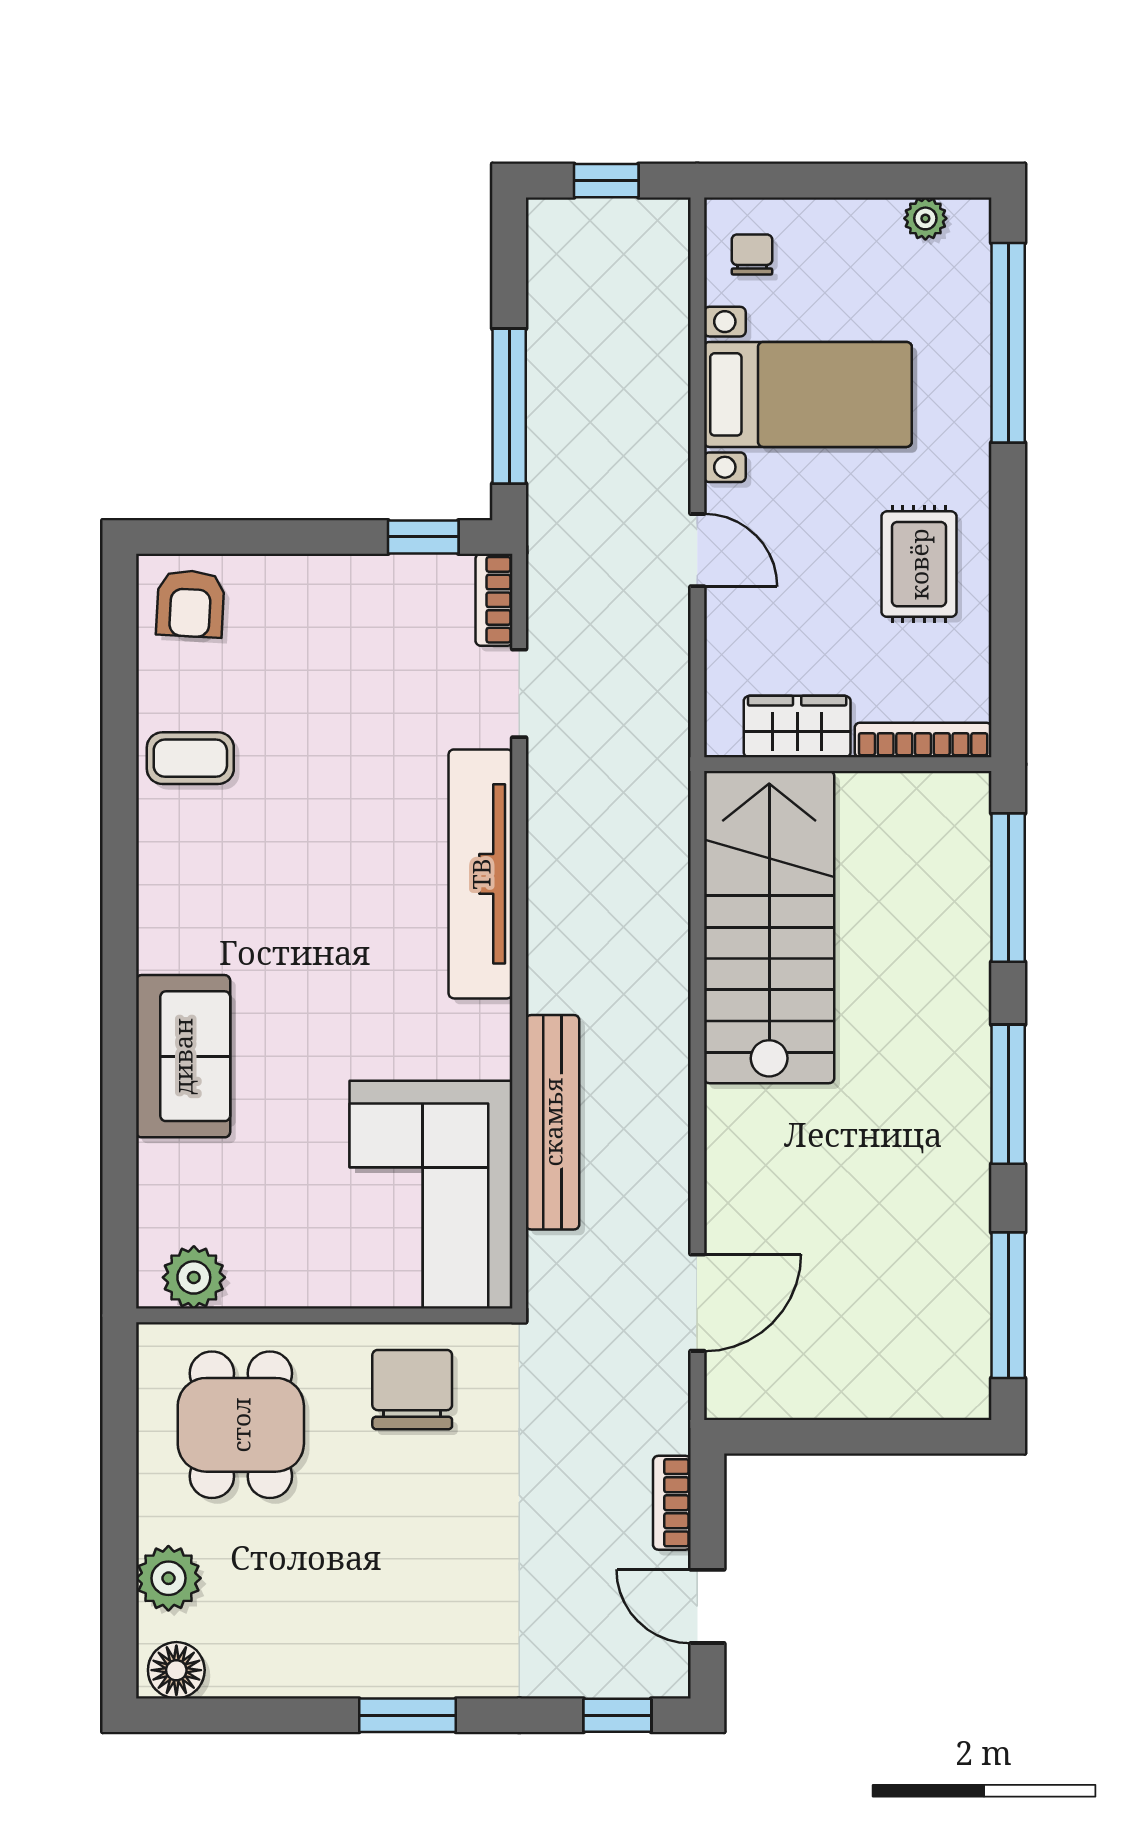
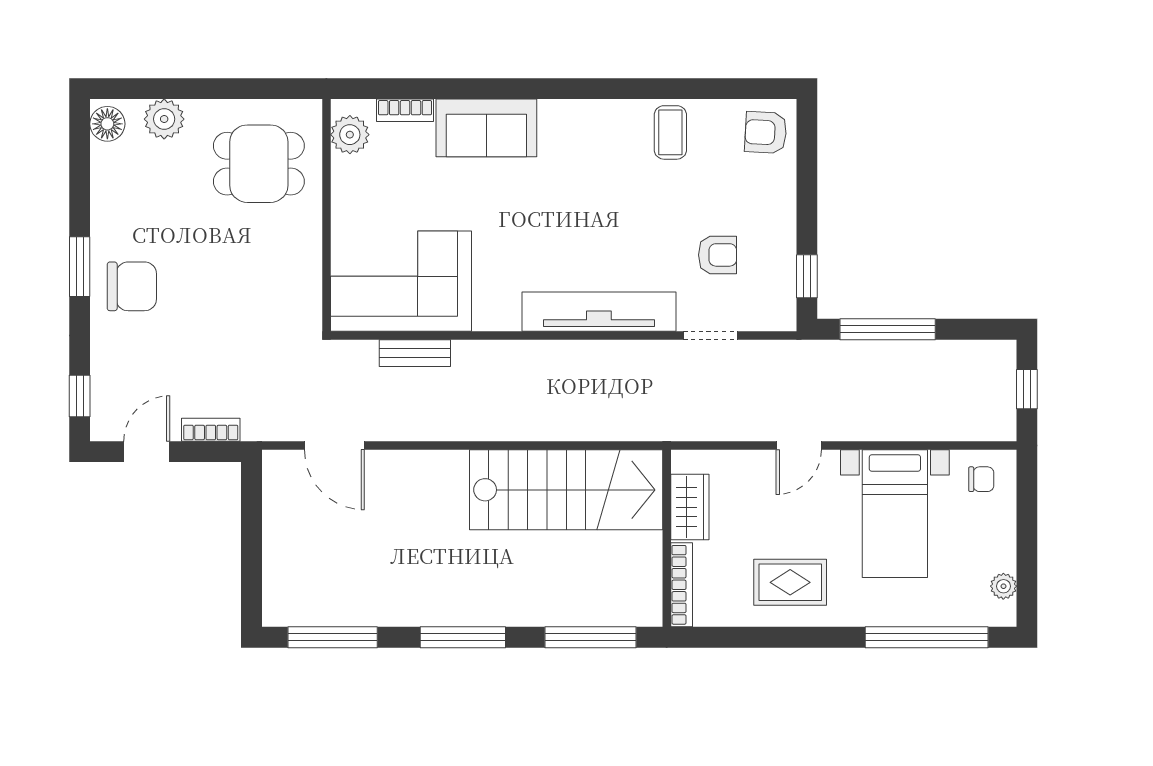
bookcase: (494, 600) -> (405, 110), moved, turned 180
armchair: (389, 682) -> (717, 255), added
bench: (553, 1122) -> (415, 353), width x0.54, depth x0.82
chair: (412, 1390) -> (132, 286), moved

